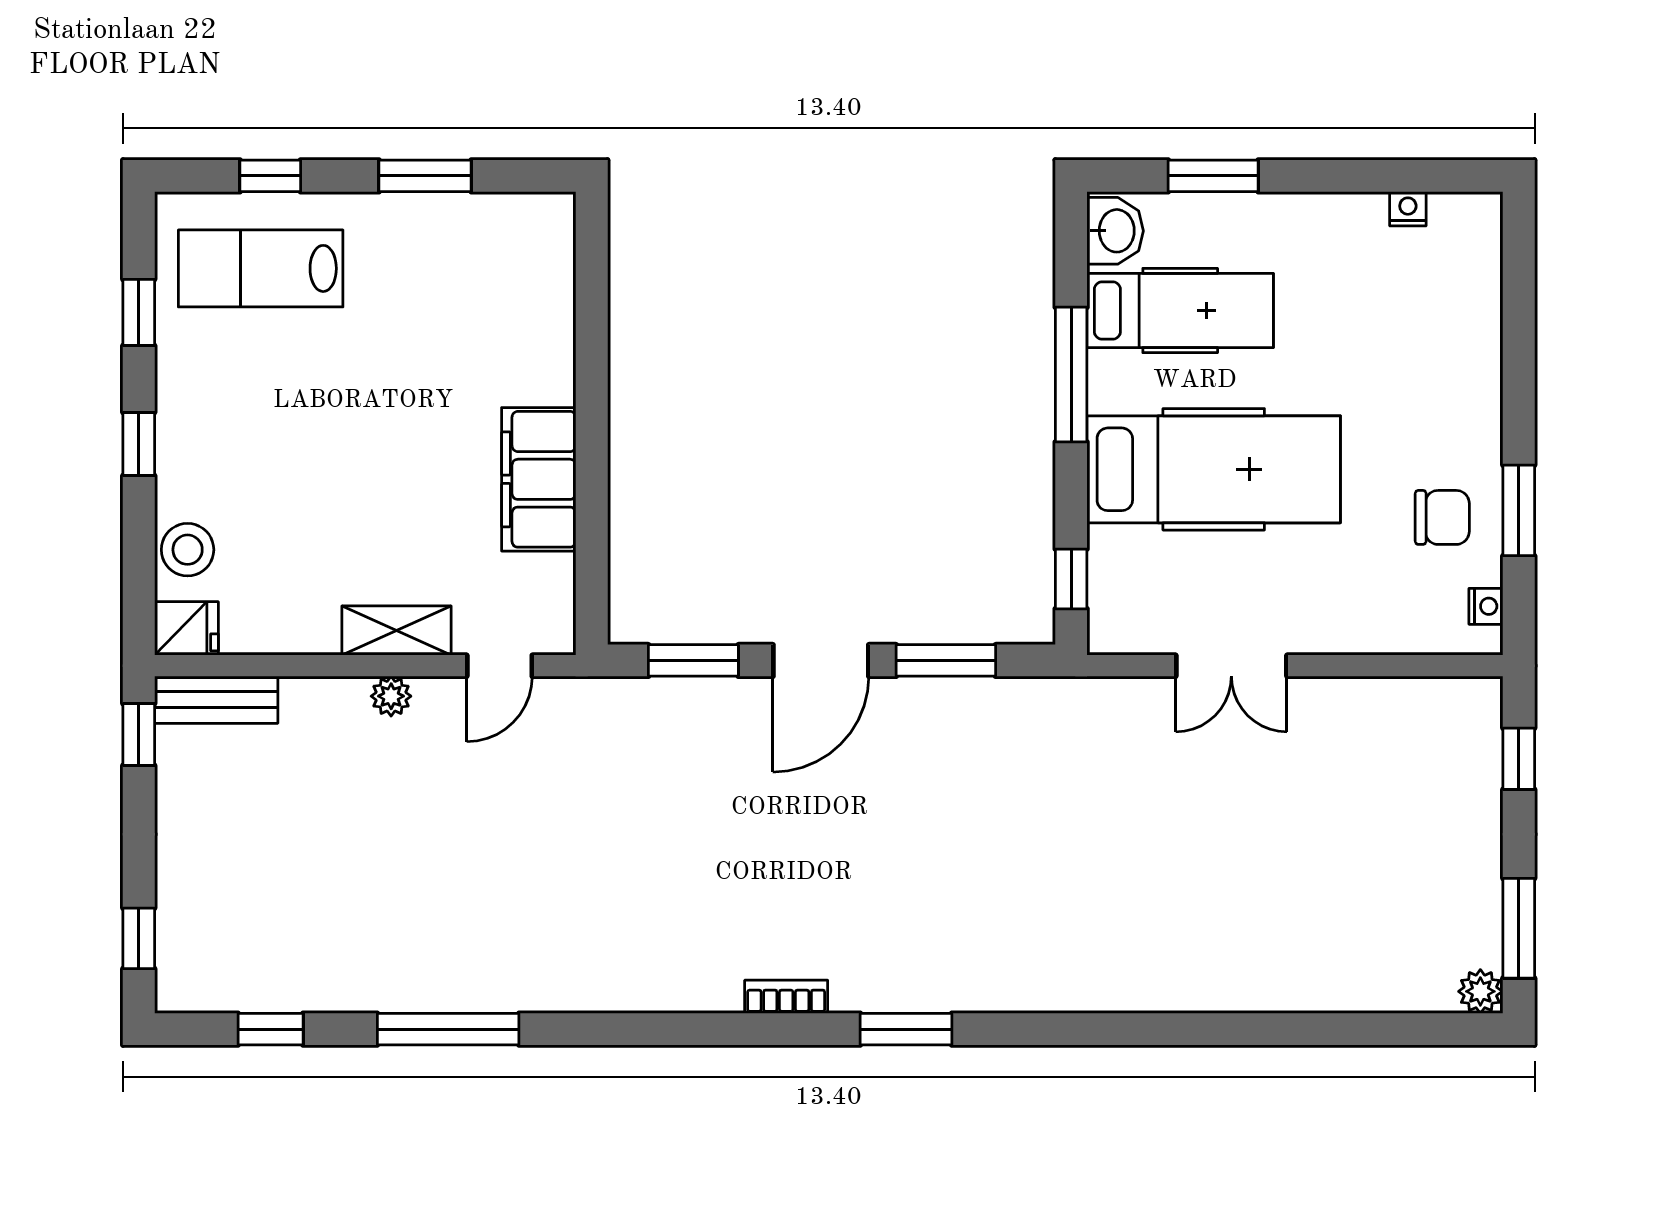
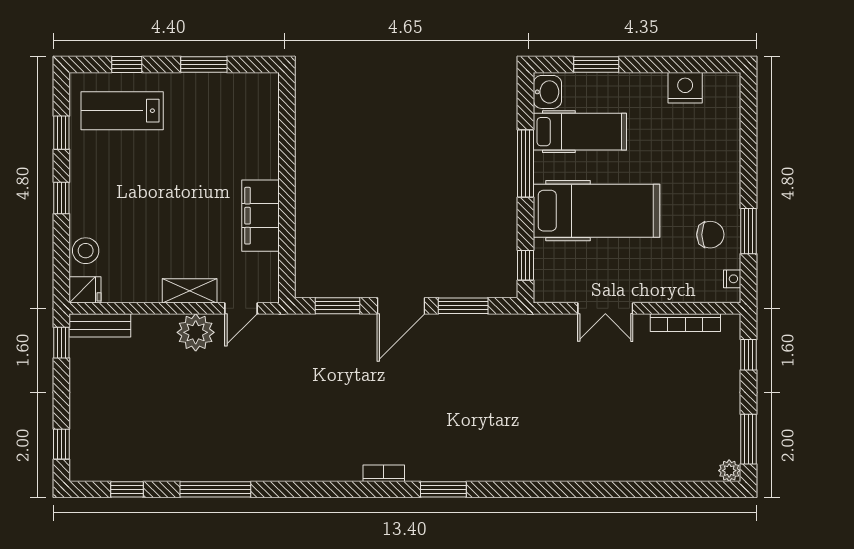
nightstand: (1408, 209) -> (685, 88), width x1.89, depth x1.79
bookcase: (1392, 694) -> (685, 323), added
plant: (391, 696) -> (196, 332), width x1.88, depth x1.88

